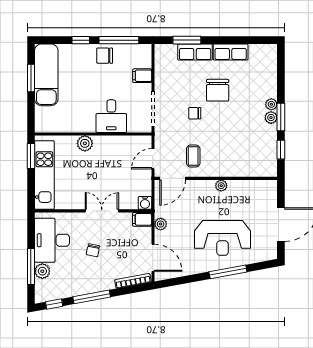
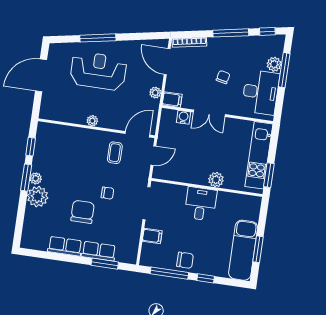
plant: (271, 104) -> (38, 197), width x1.88, depth x1.88
desk: (111, 116) -> (201, 204), moved
water cooler: (145, 203) -> (183, 117), moved

